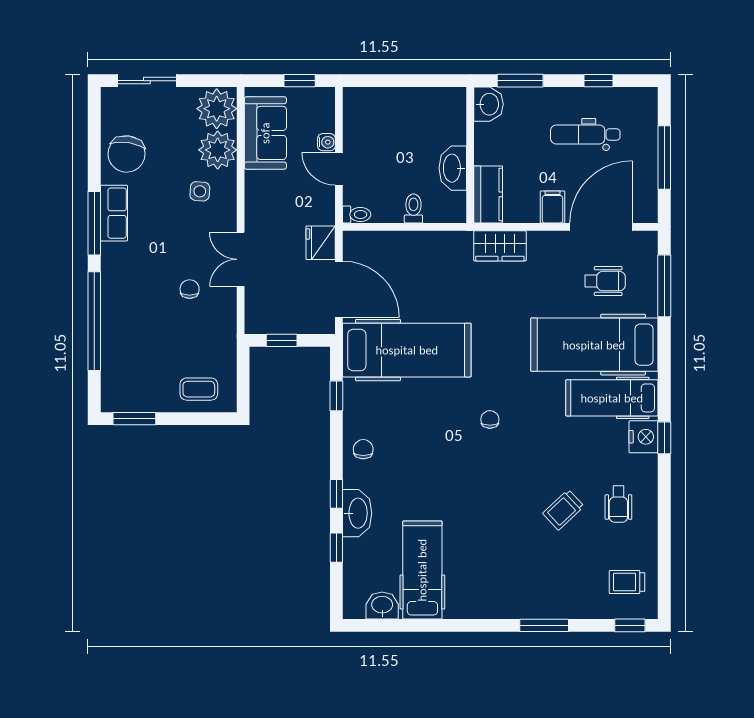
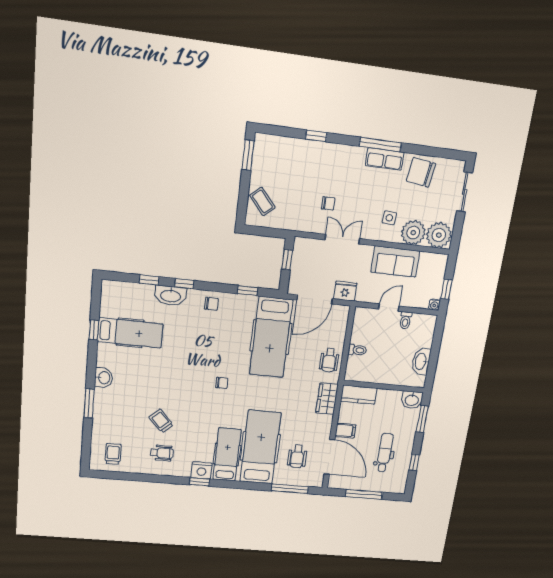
sofa: (265, 133) -> (395, 262), moved
water cooler: (326, 142) -> (434, 305), moved
washbasin: (453, 168) -> (421, 361), moved, turned -90
toilet: (357, 215) -> (405, 320), moved
wheelchair: (435, 252) -> (329, 360), added
window: (94, 321) -> (316, 136), width x0.32
coffee table: (199, 389) -> (262, 202), turned -41
wheelchair: (618, 504) -> (162, 453), turned 180
washbasin: (382, 605) -> (104, 378), moved
window: (630, 625) -> (94, 330), moved

